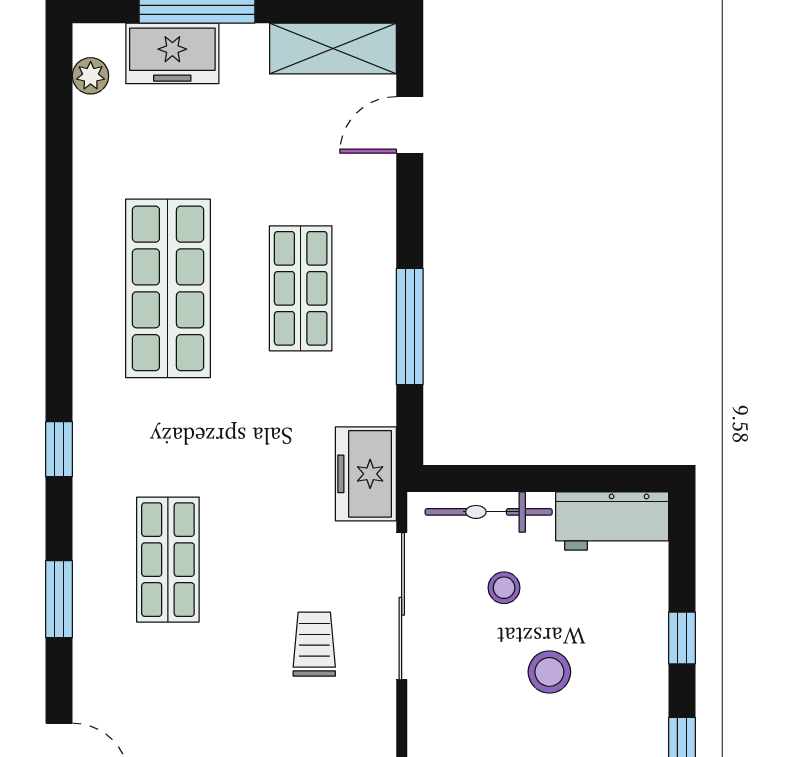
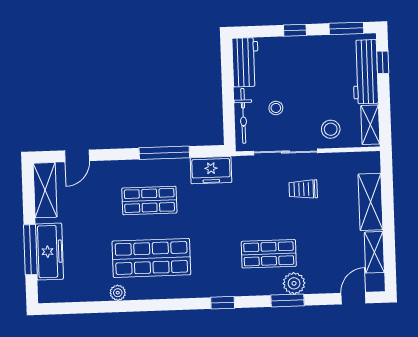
freezer: (172, 53) -> (49, 252), width x1.40
plant: (91, 76) -> (118, 293), moved
door: (410, 125) -> (77, 156), hinge flipped
freezer: (366, 474) -> (211, 170), moved
plant: (98, 615) -> (294, 283), added
stool: (549, 672) -> (331, 129), moved

